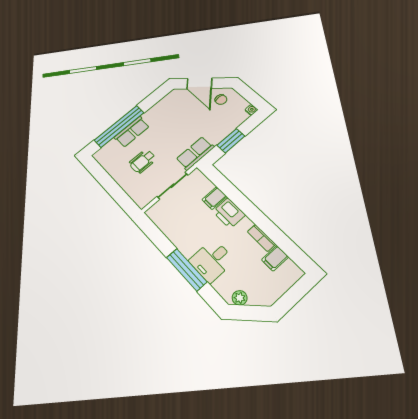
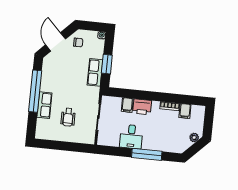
door: (199, 83) -> (56, 42), swing flipped
window: (119, 126) -> (35, 91), moved
row of seats: (195, 153) -> (95, 72), moved
desk: (212, 261) -> (131, 137), moved
plant: (240, 298) -> (194, 137), moved

